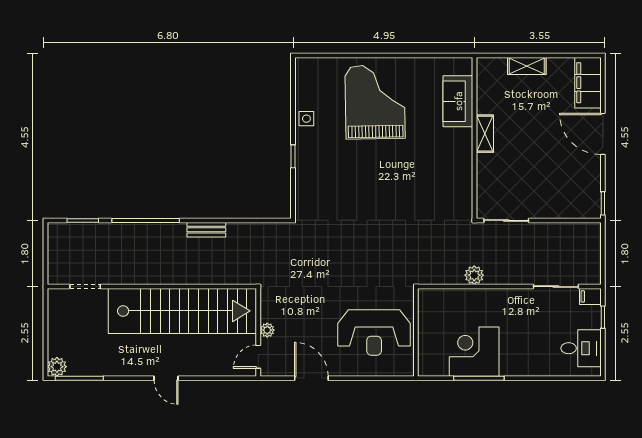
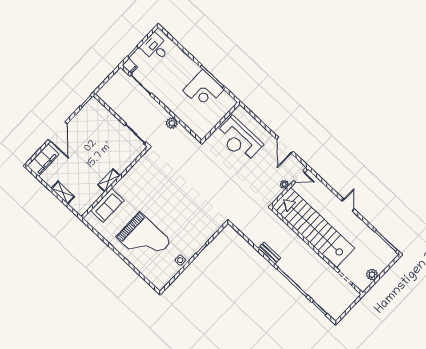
grand piano: (375, 102) -> (144, 239), turned -89
reception desk: (374, 332) -> (239, 139), turned 180
plant: (57, 367) -> (372, 275), moved

